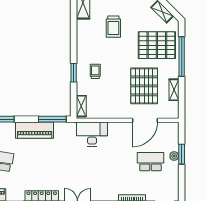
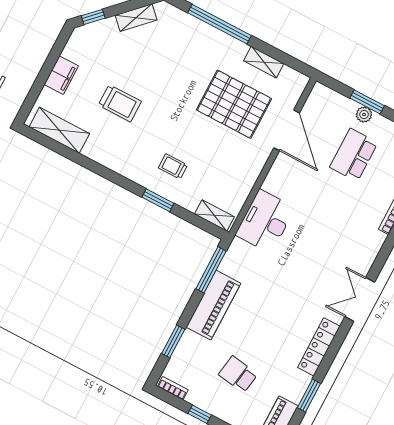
pallet: (157, 45) -> (183, 53), removed

